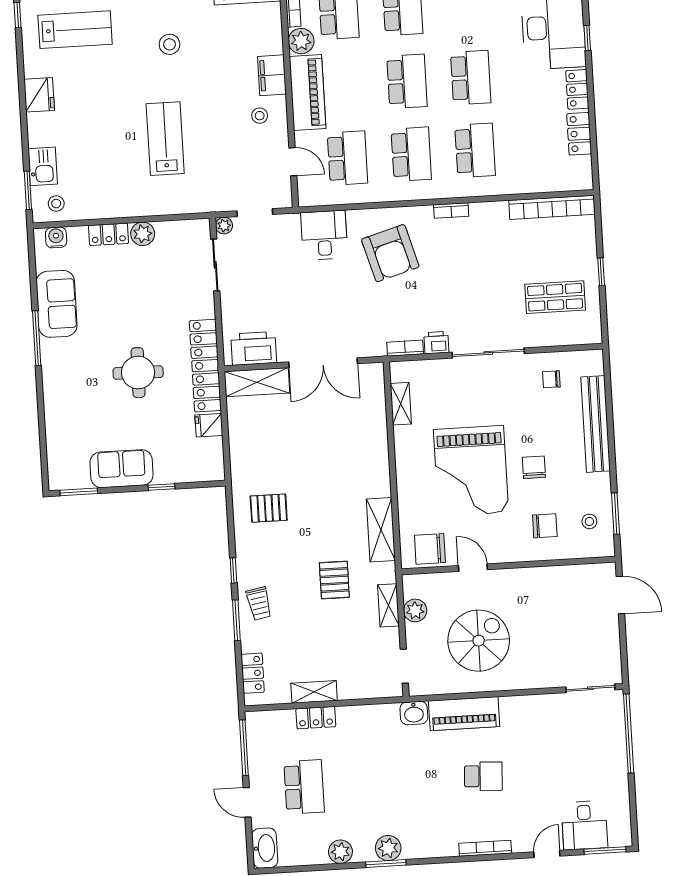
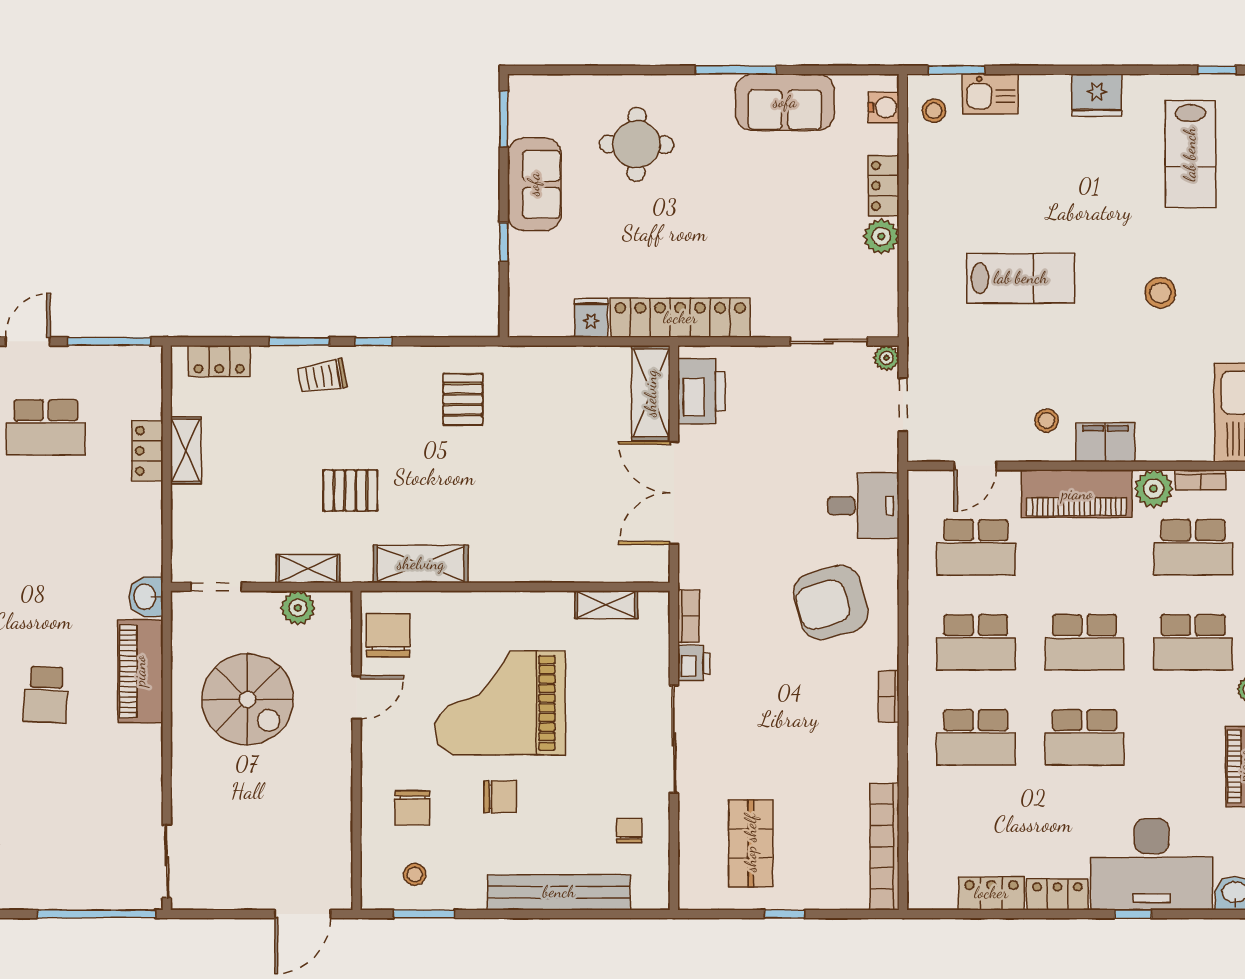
round table: (138, 373) -> (637, 144), moved

